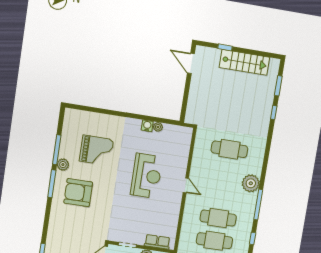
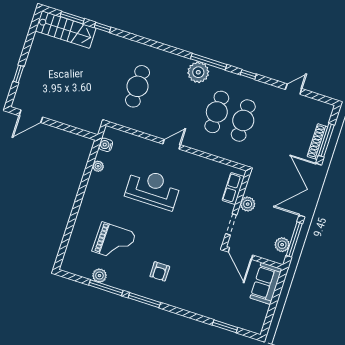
stairs: (244, 62) -> (66, 30), moved, turned 90
water cooler: (147, 126) -> (106, 145), moved
grand piano: (96, 150) -> (114, 242), turned 91
plant: (63, 165) -> (99, 276), moved
plant: (251, 183) -> (198, 72), moved
armchair: (78, 193) -> (160, 271), width x0.53, depth x0.53

